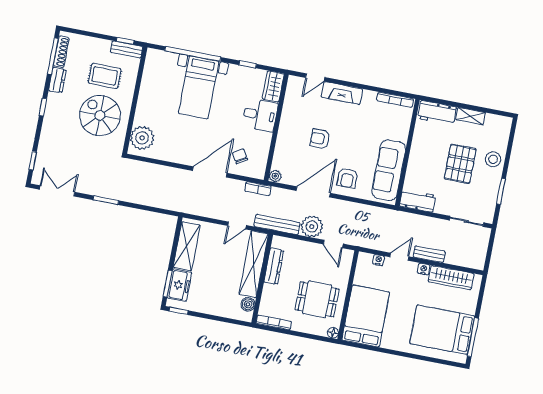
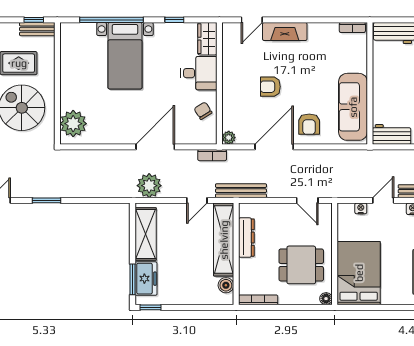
bookcase: (395, 100) -> (352, 28), width x0.64
chair: (240, 156) -> (203, 111), moved
plant: (312, 227) -> (149, 186), moved

